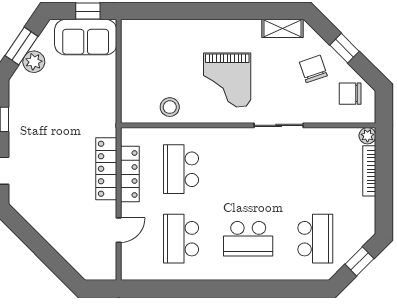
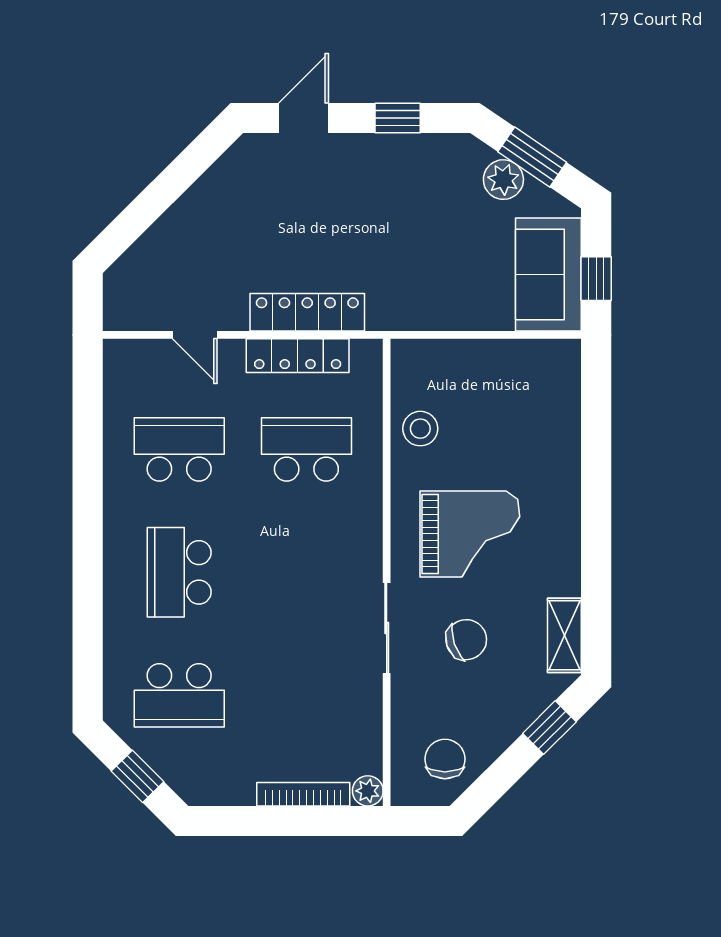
window: (345, 48) -> (549, 728), moved
chair: (313, 69) -> (466, 640), moved
grand piano: (227, 80) -> (470, 534), turned 180

